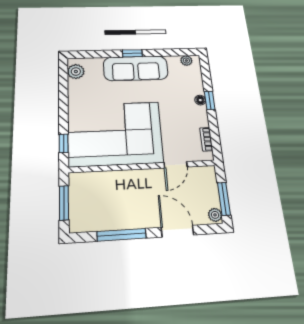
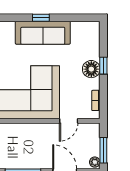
plant: (186, 61) -> (88, 26), removed
floor lamp: (200, 100) -> (91, 69), width x1.89, depth x1.89

